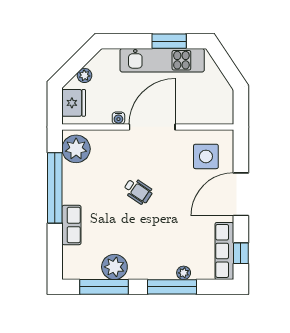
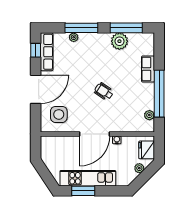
plant: (76, 149) -> (149, 115), width x0.53, depth x0.53

